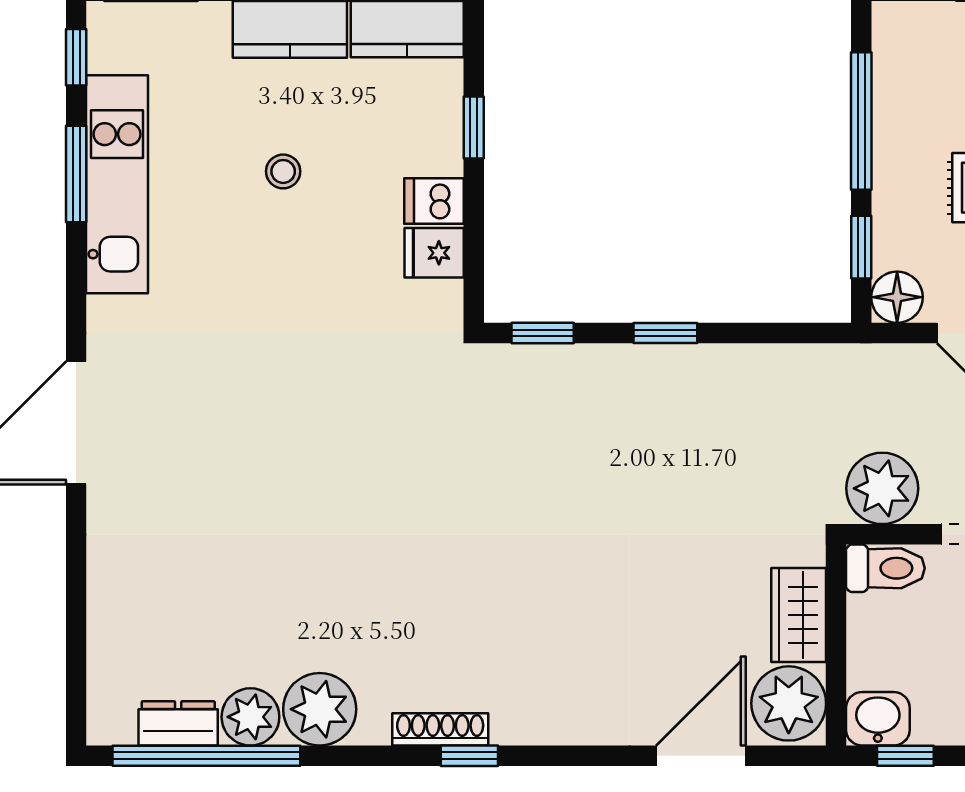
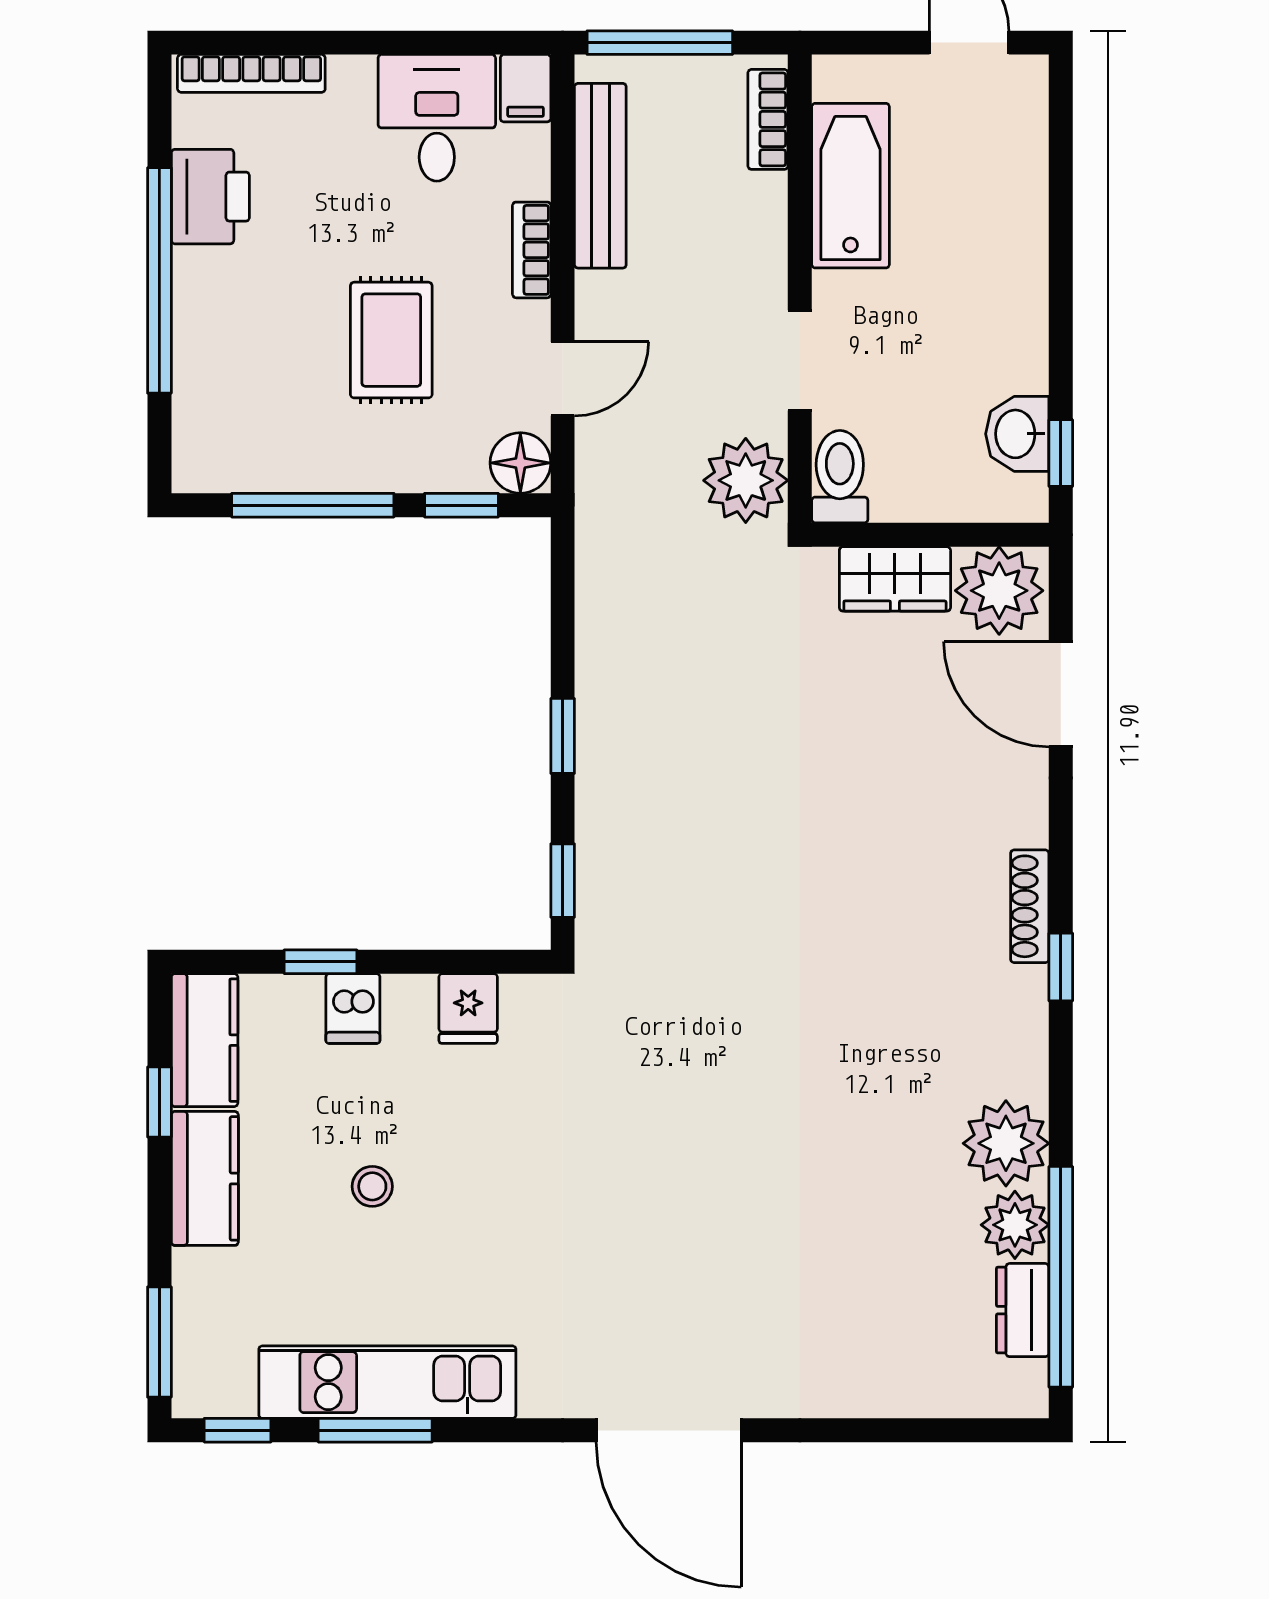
dishwasher: (434, 201) -> (353, 1009), moved
washbasin: (878, 719) -> (1017, 434), moved
shoe rack: (440, 729) -> (1030, 906), moved

